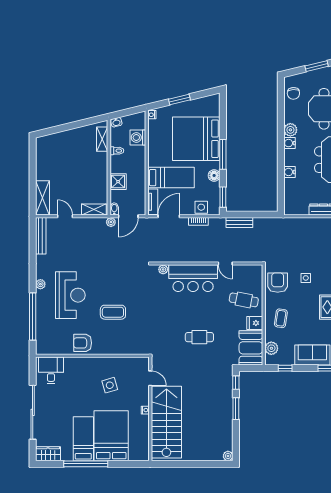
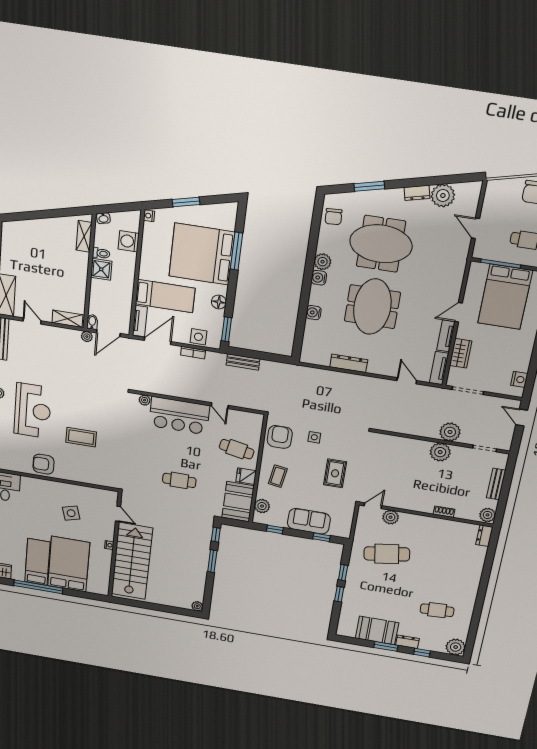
window: (223, 154) -> (236, 251), moved
shower: (118, 182) -> (101, 269), moved

